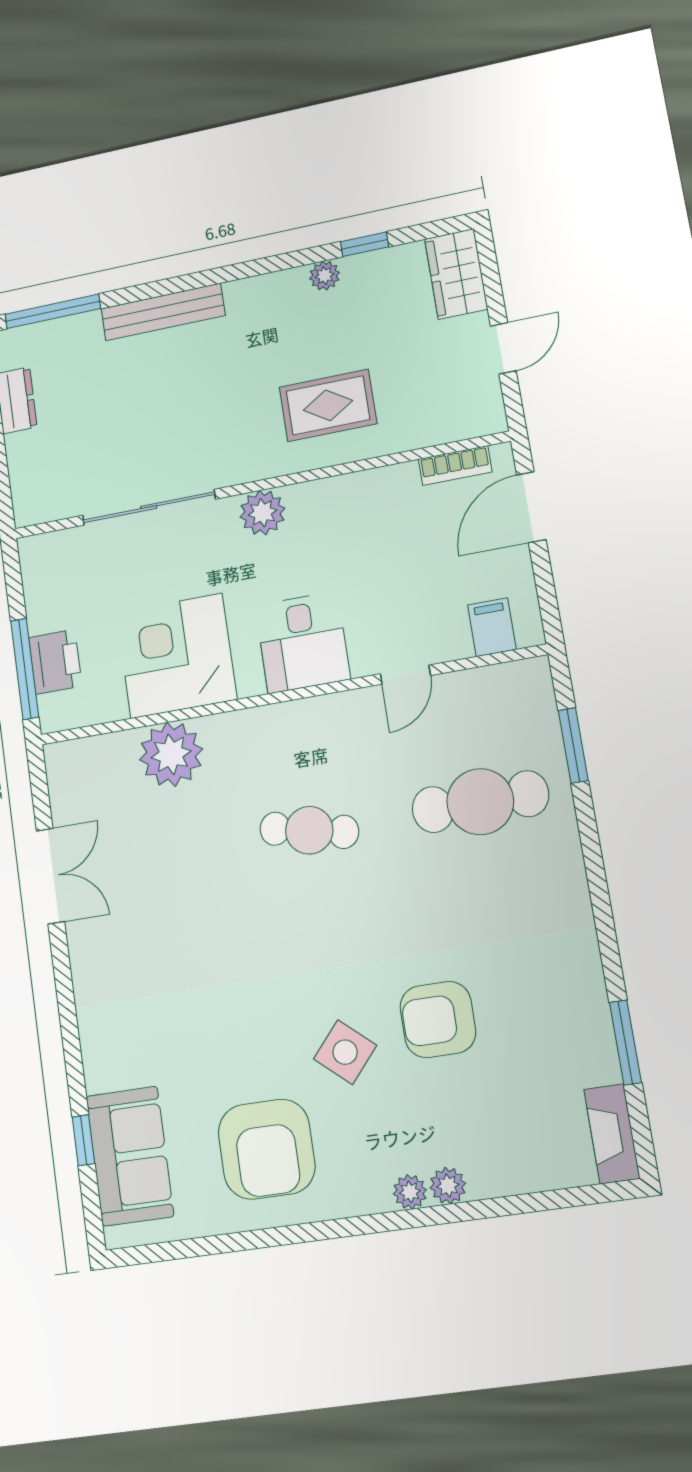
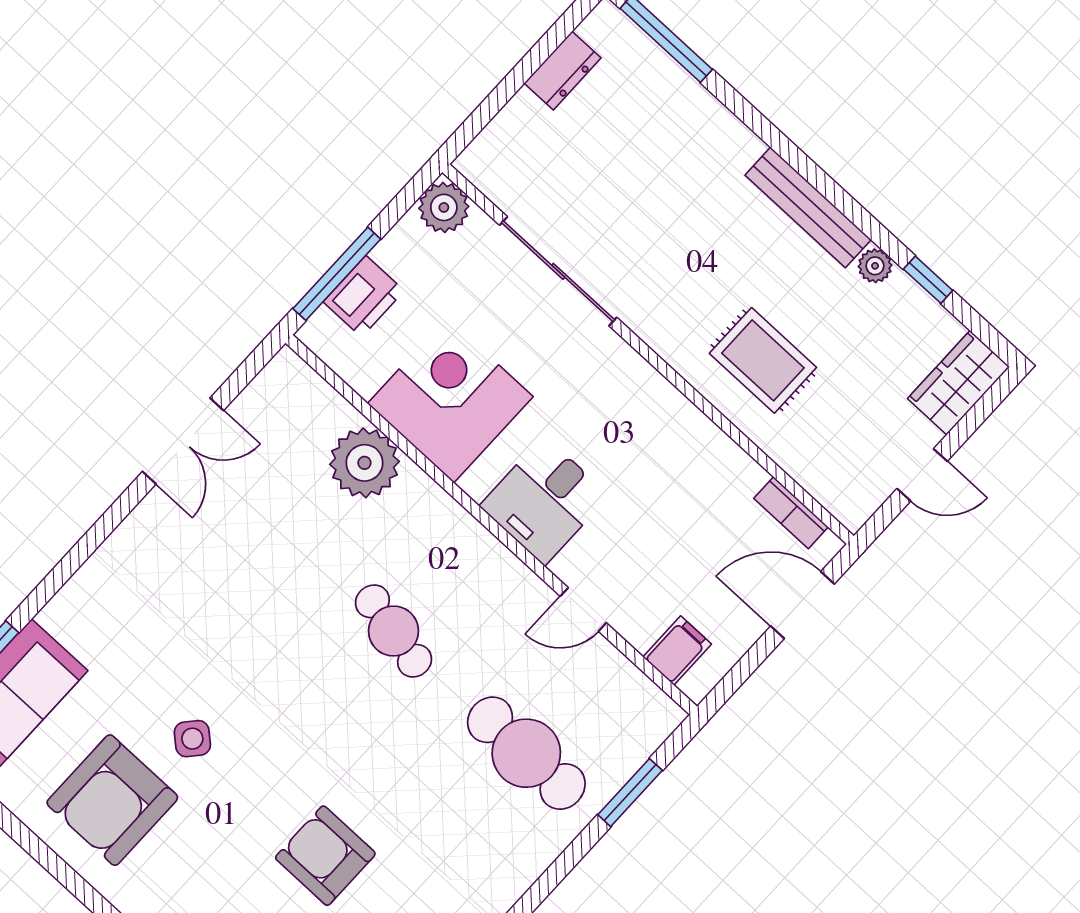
bench: (163, 312) -> (808, 207), moved
plant: (262, 513) -> (444, 207), moved
side table: (345, 1052) -> (192, 739), moved, width x0.73, depth x0.73

